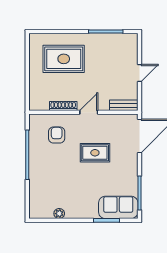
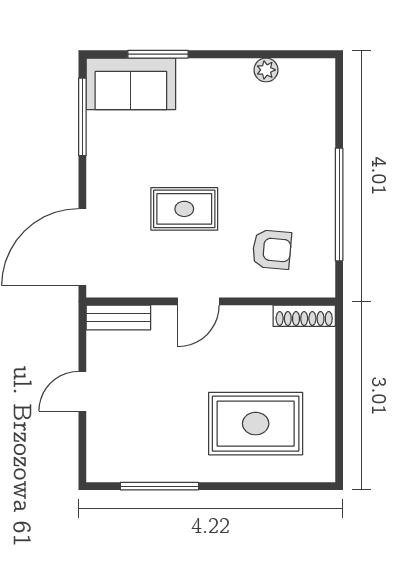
shoe rack: (63, 106) -> (304, 316), moved
armchair: (57, 135) -> (272, 250), turned -85

